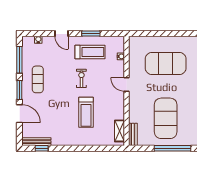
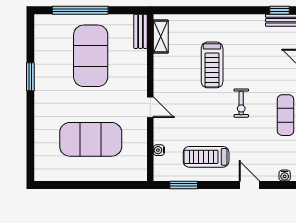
window: (91, 34) -> (184, 185), moved
exercise bike: (81, 78) -> (241, 103), moved
treadmill: (86, 112) -> (212, 65), turned 180

